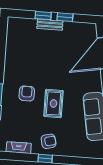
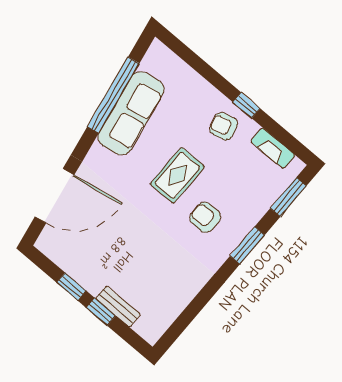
bench: (50, 25) -> (118, 306), moved
armchair: (27, 93) -> (205, 217), turned 90

